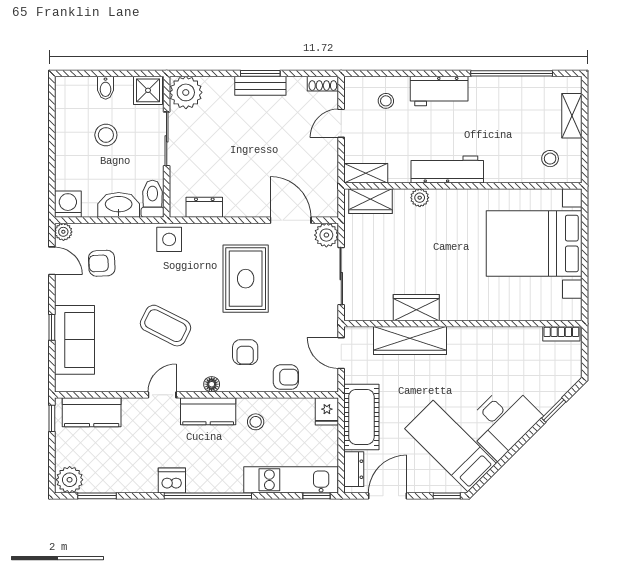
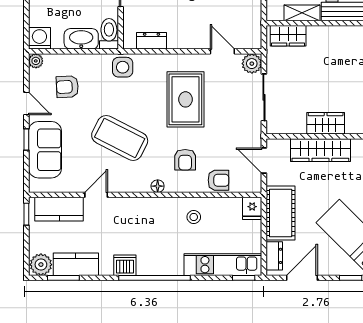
shelving: (366, 173) -> (302, 13), moved
plant: (420, 198) -> (328, 33), removed
door: (291, 220) -> (222, 51), width x0.73
door: (52, 261) -> (26, 103), moved
coffee table: (166, 326) -> (120, 138), width x1.36, depth x1.32
door: (162, 395) -> (96, 195), moved
kitchen counter: (208, 411) -> (76, 264), moved, turned 180

